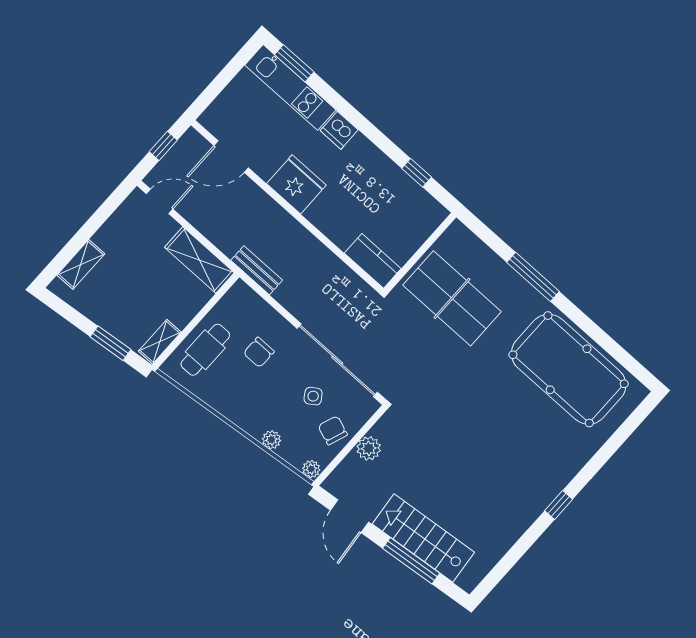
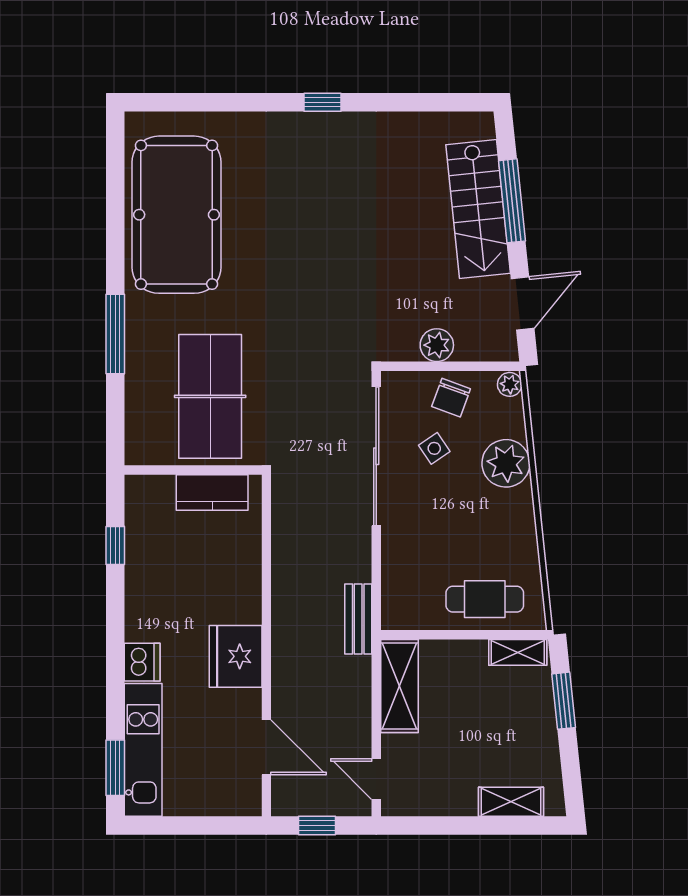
kitchen counter: (373, 261) -> (212, 492), moved, turned -90
chair: (259, 352) -> (439, 543), removed
plant: (271, 440) -> (506, 463), width x1.88, depth x1.88

